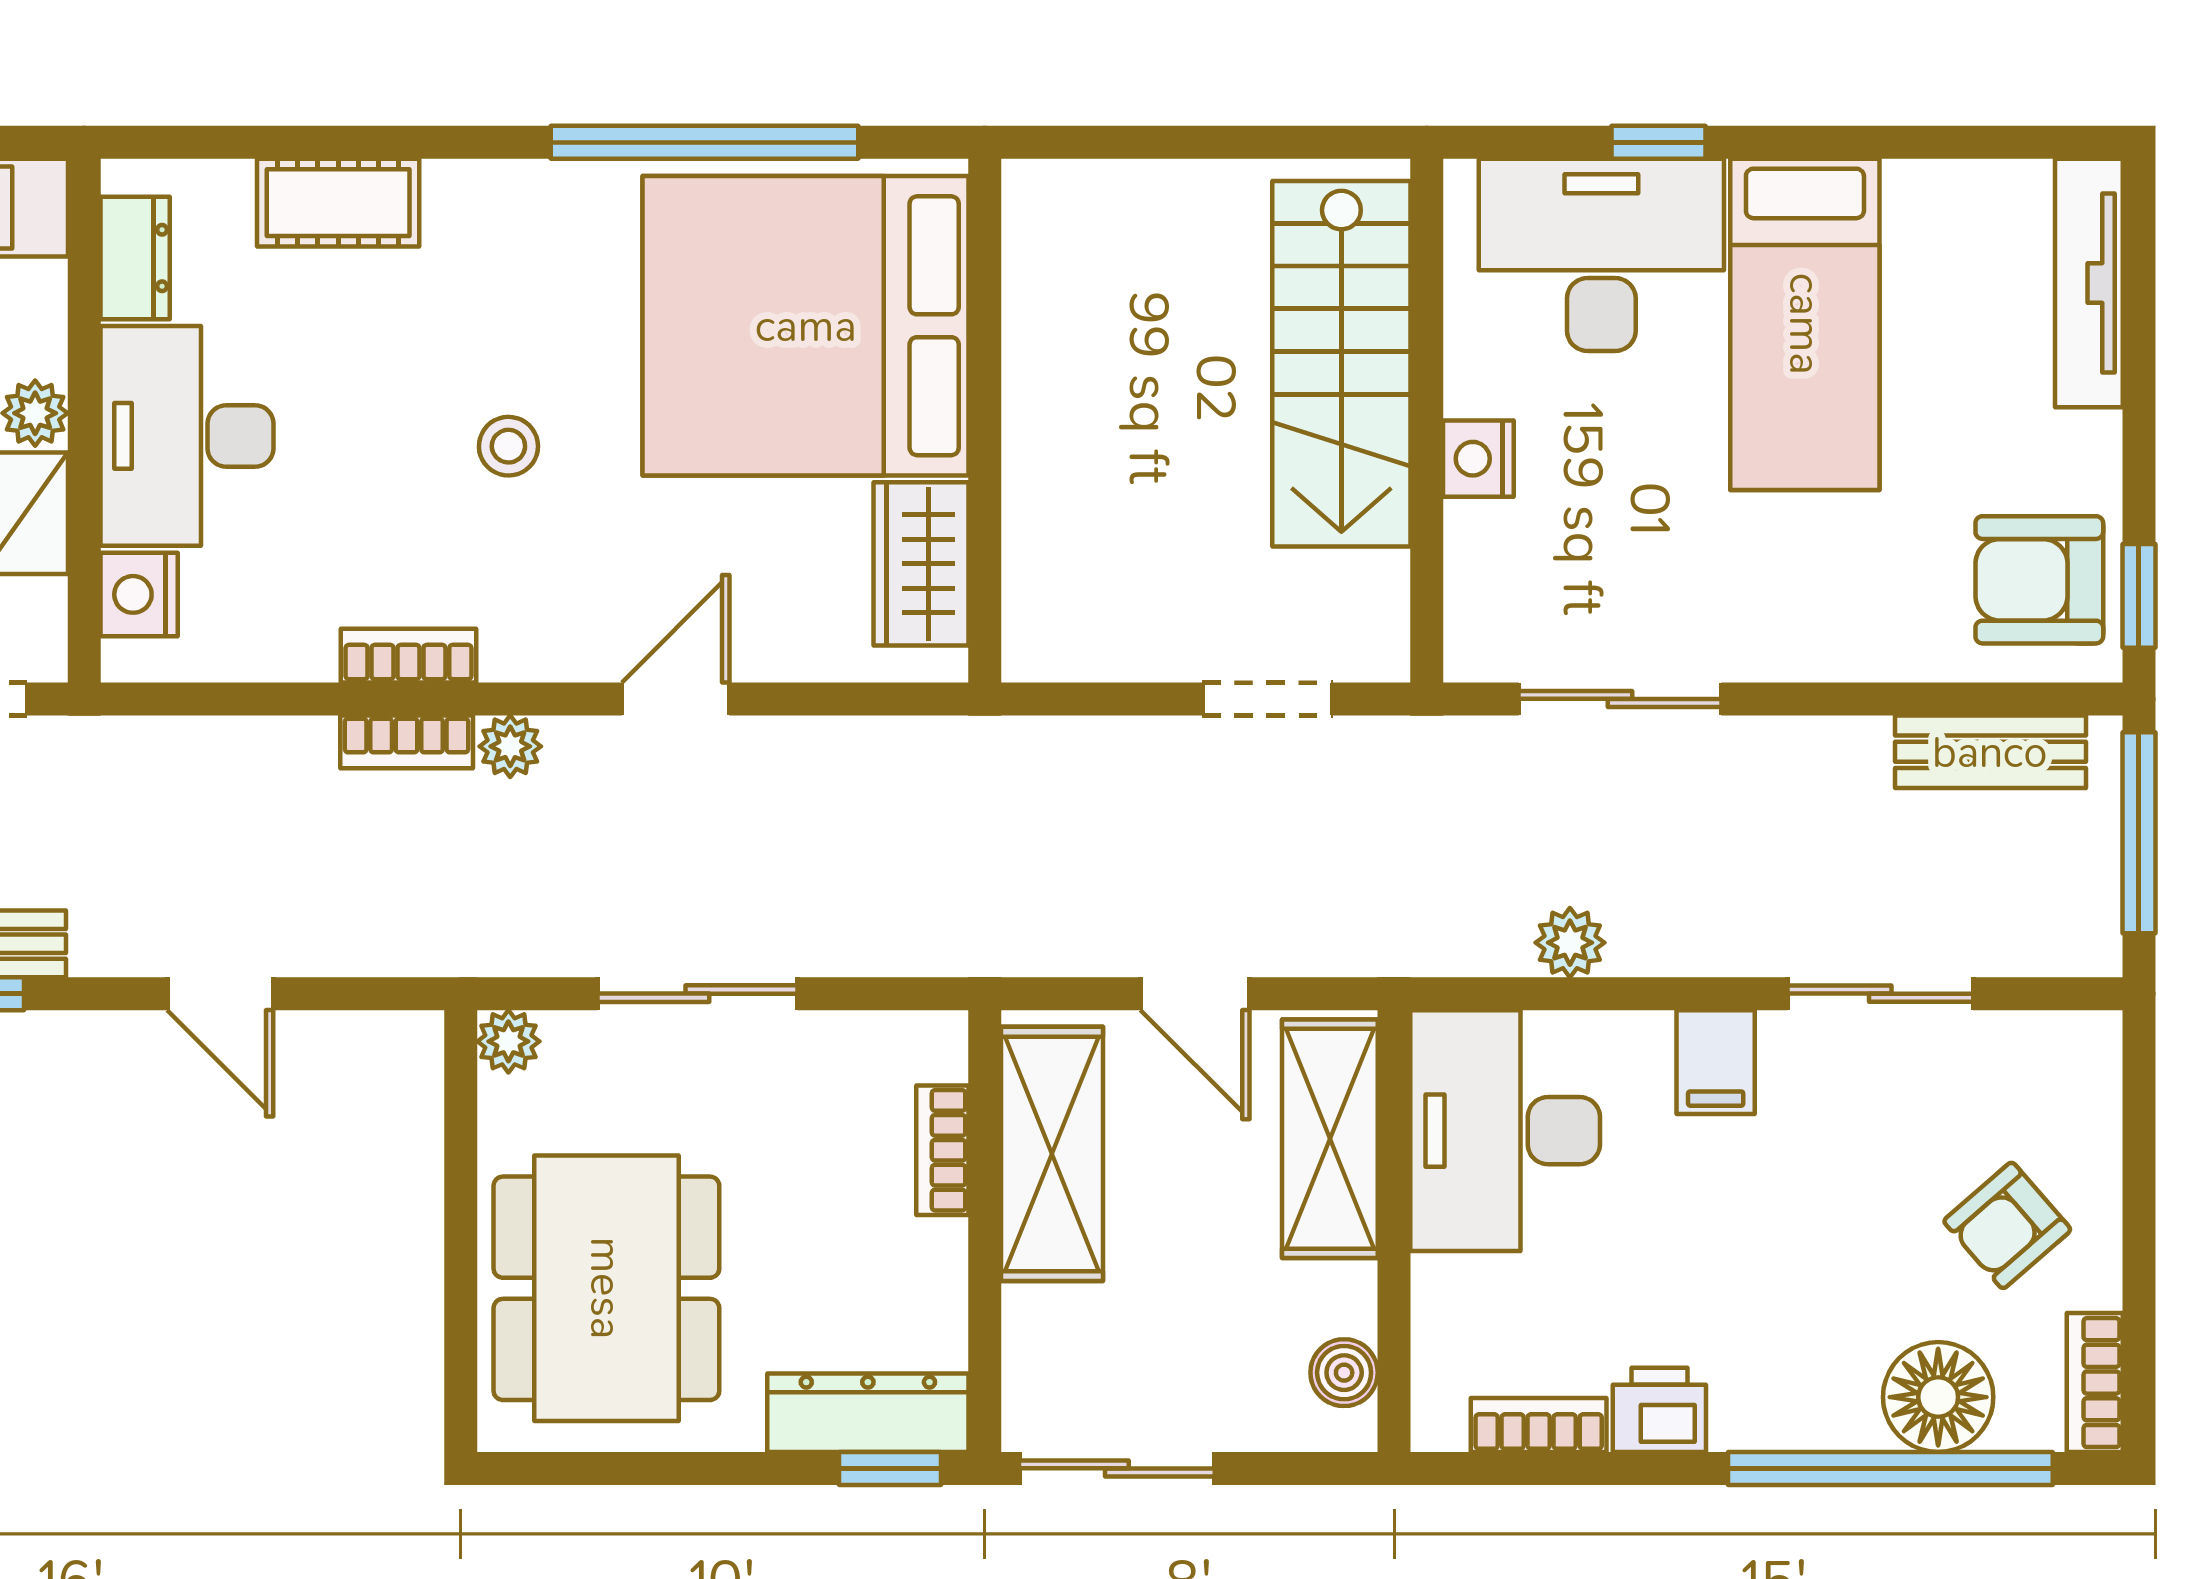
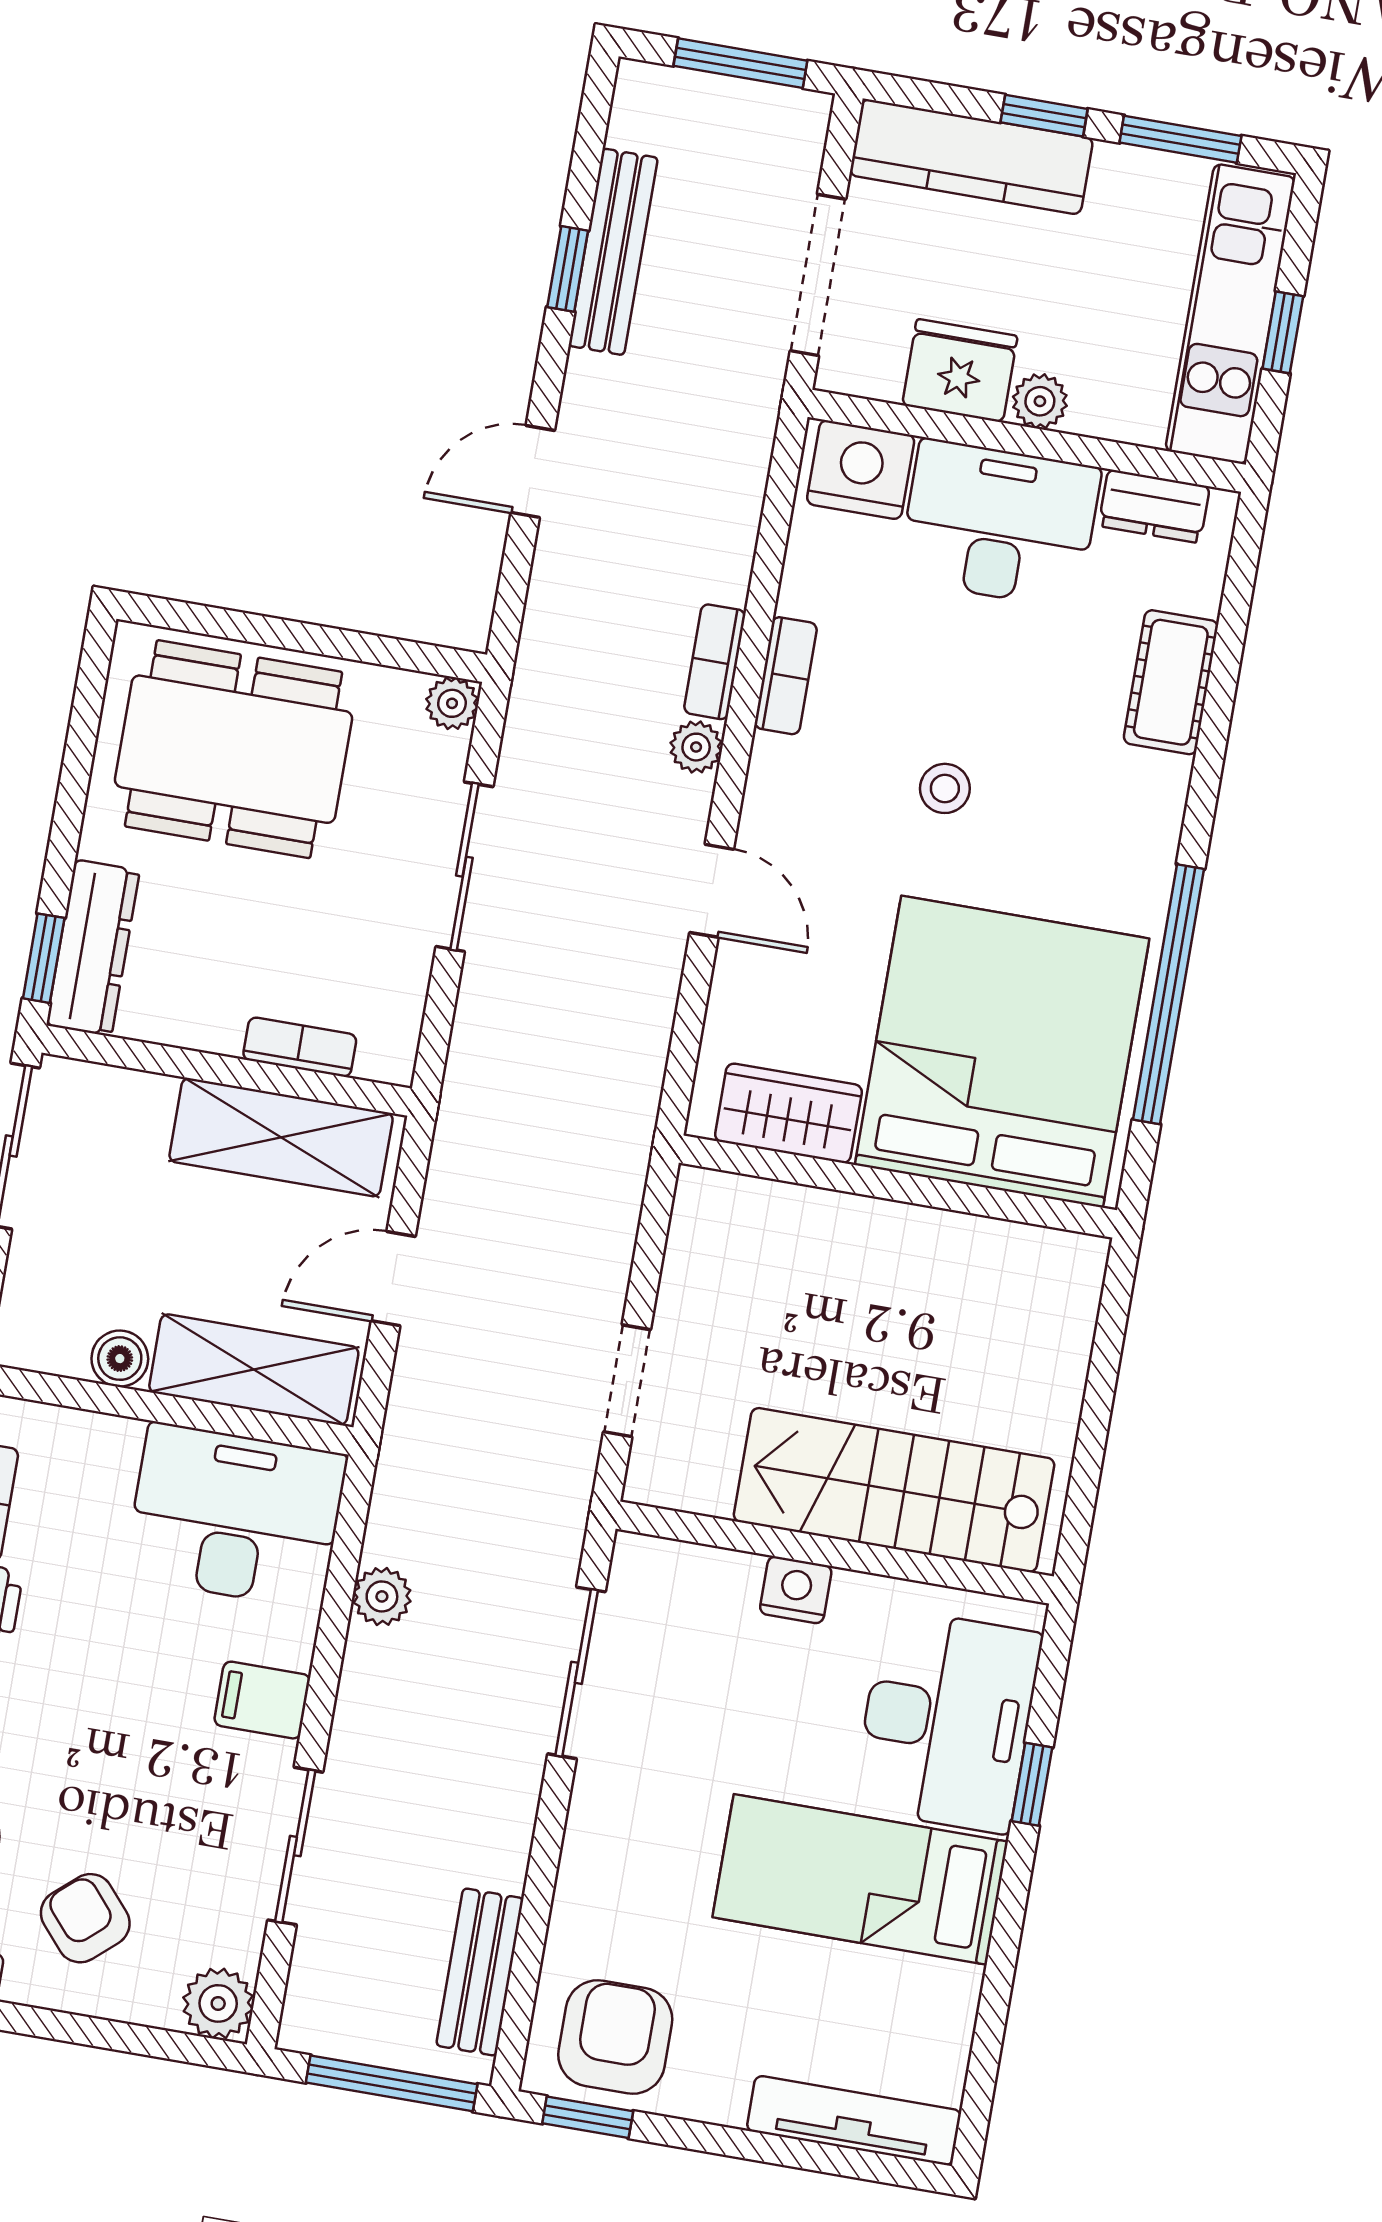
nightstand: (139, 594) -> (861, 470), width x1.36, depth x1.33
plant: (2080, 1052) -> (218, 2003), added
boiler: (1344, 1373) -> (120, 1359), moved

